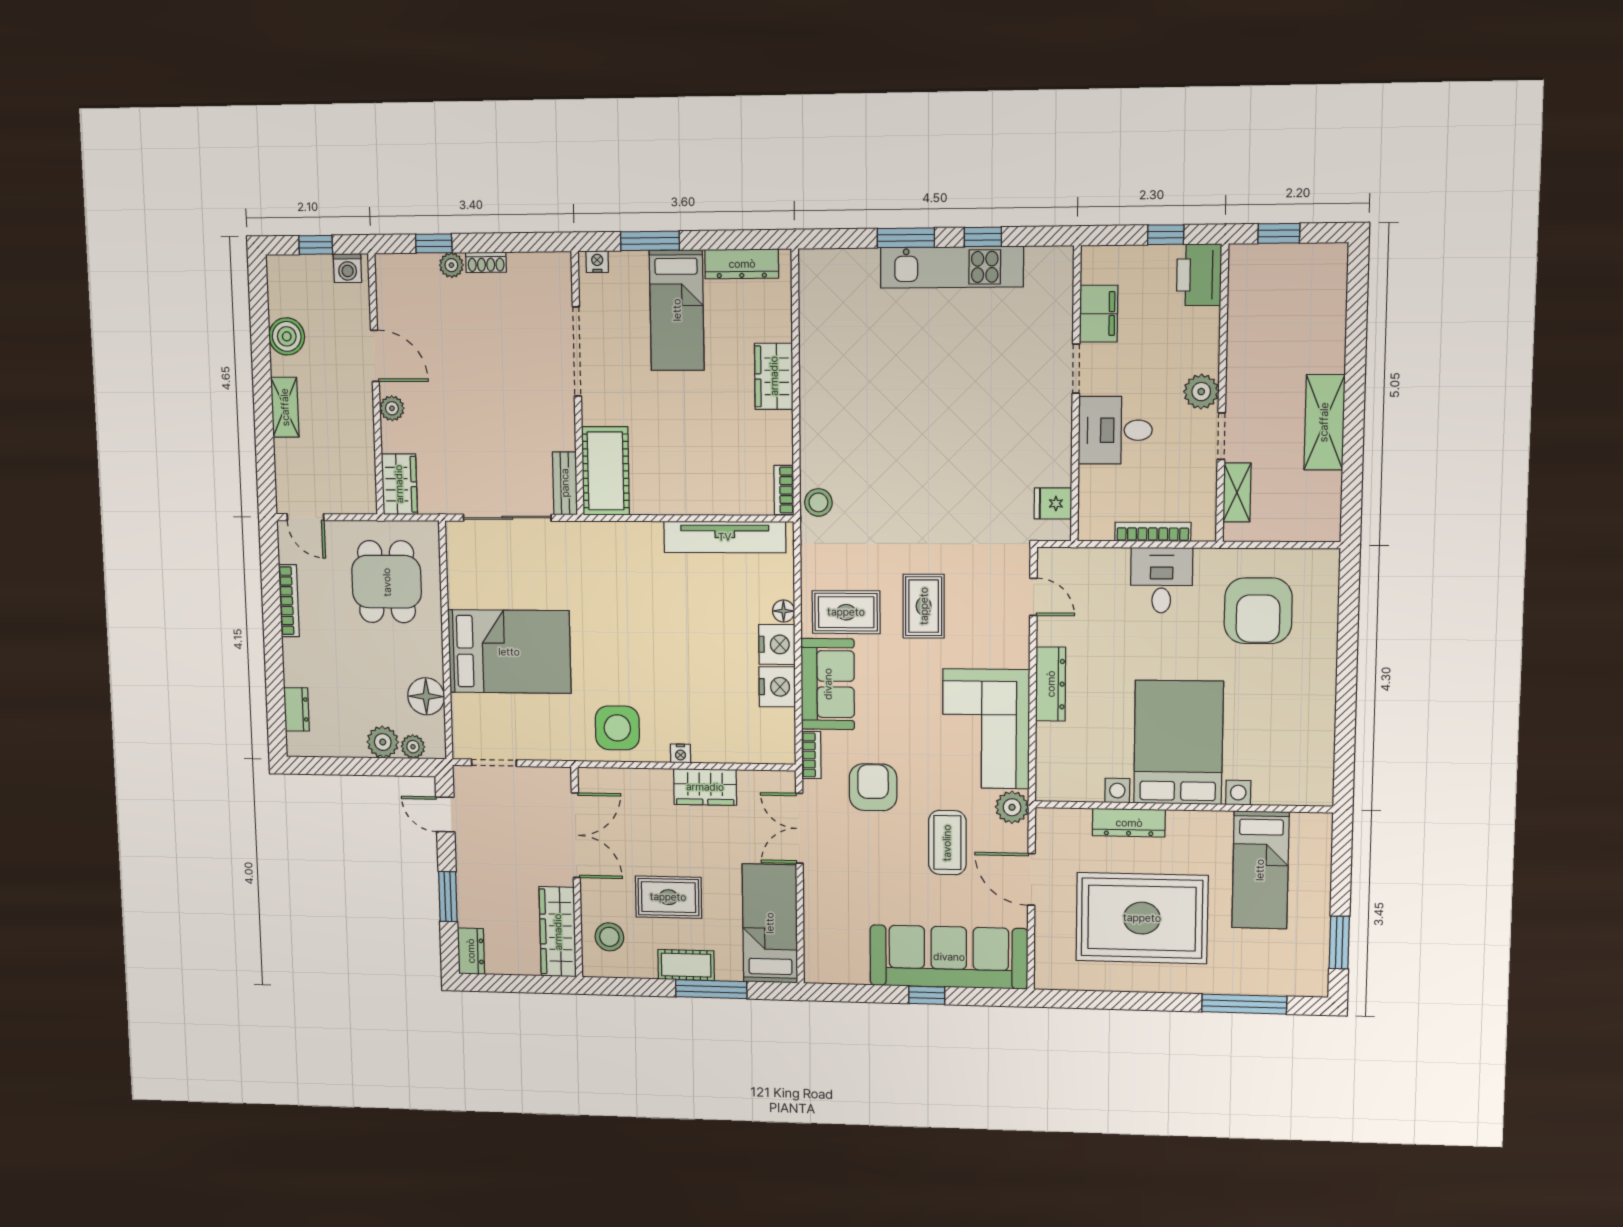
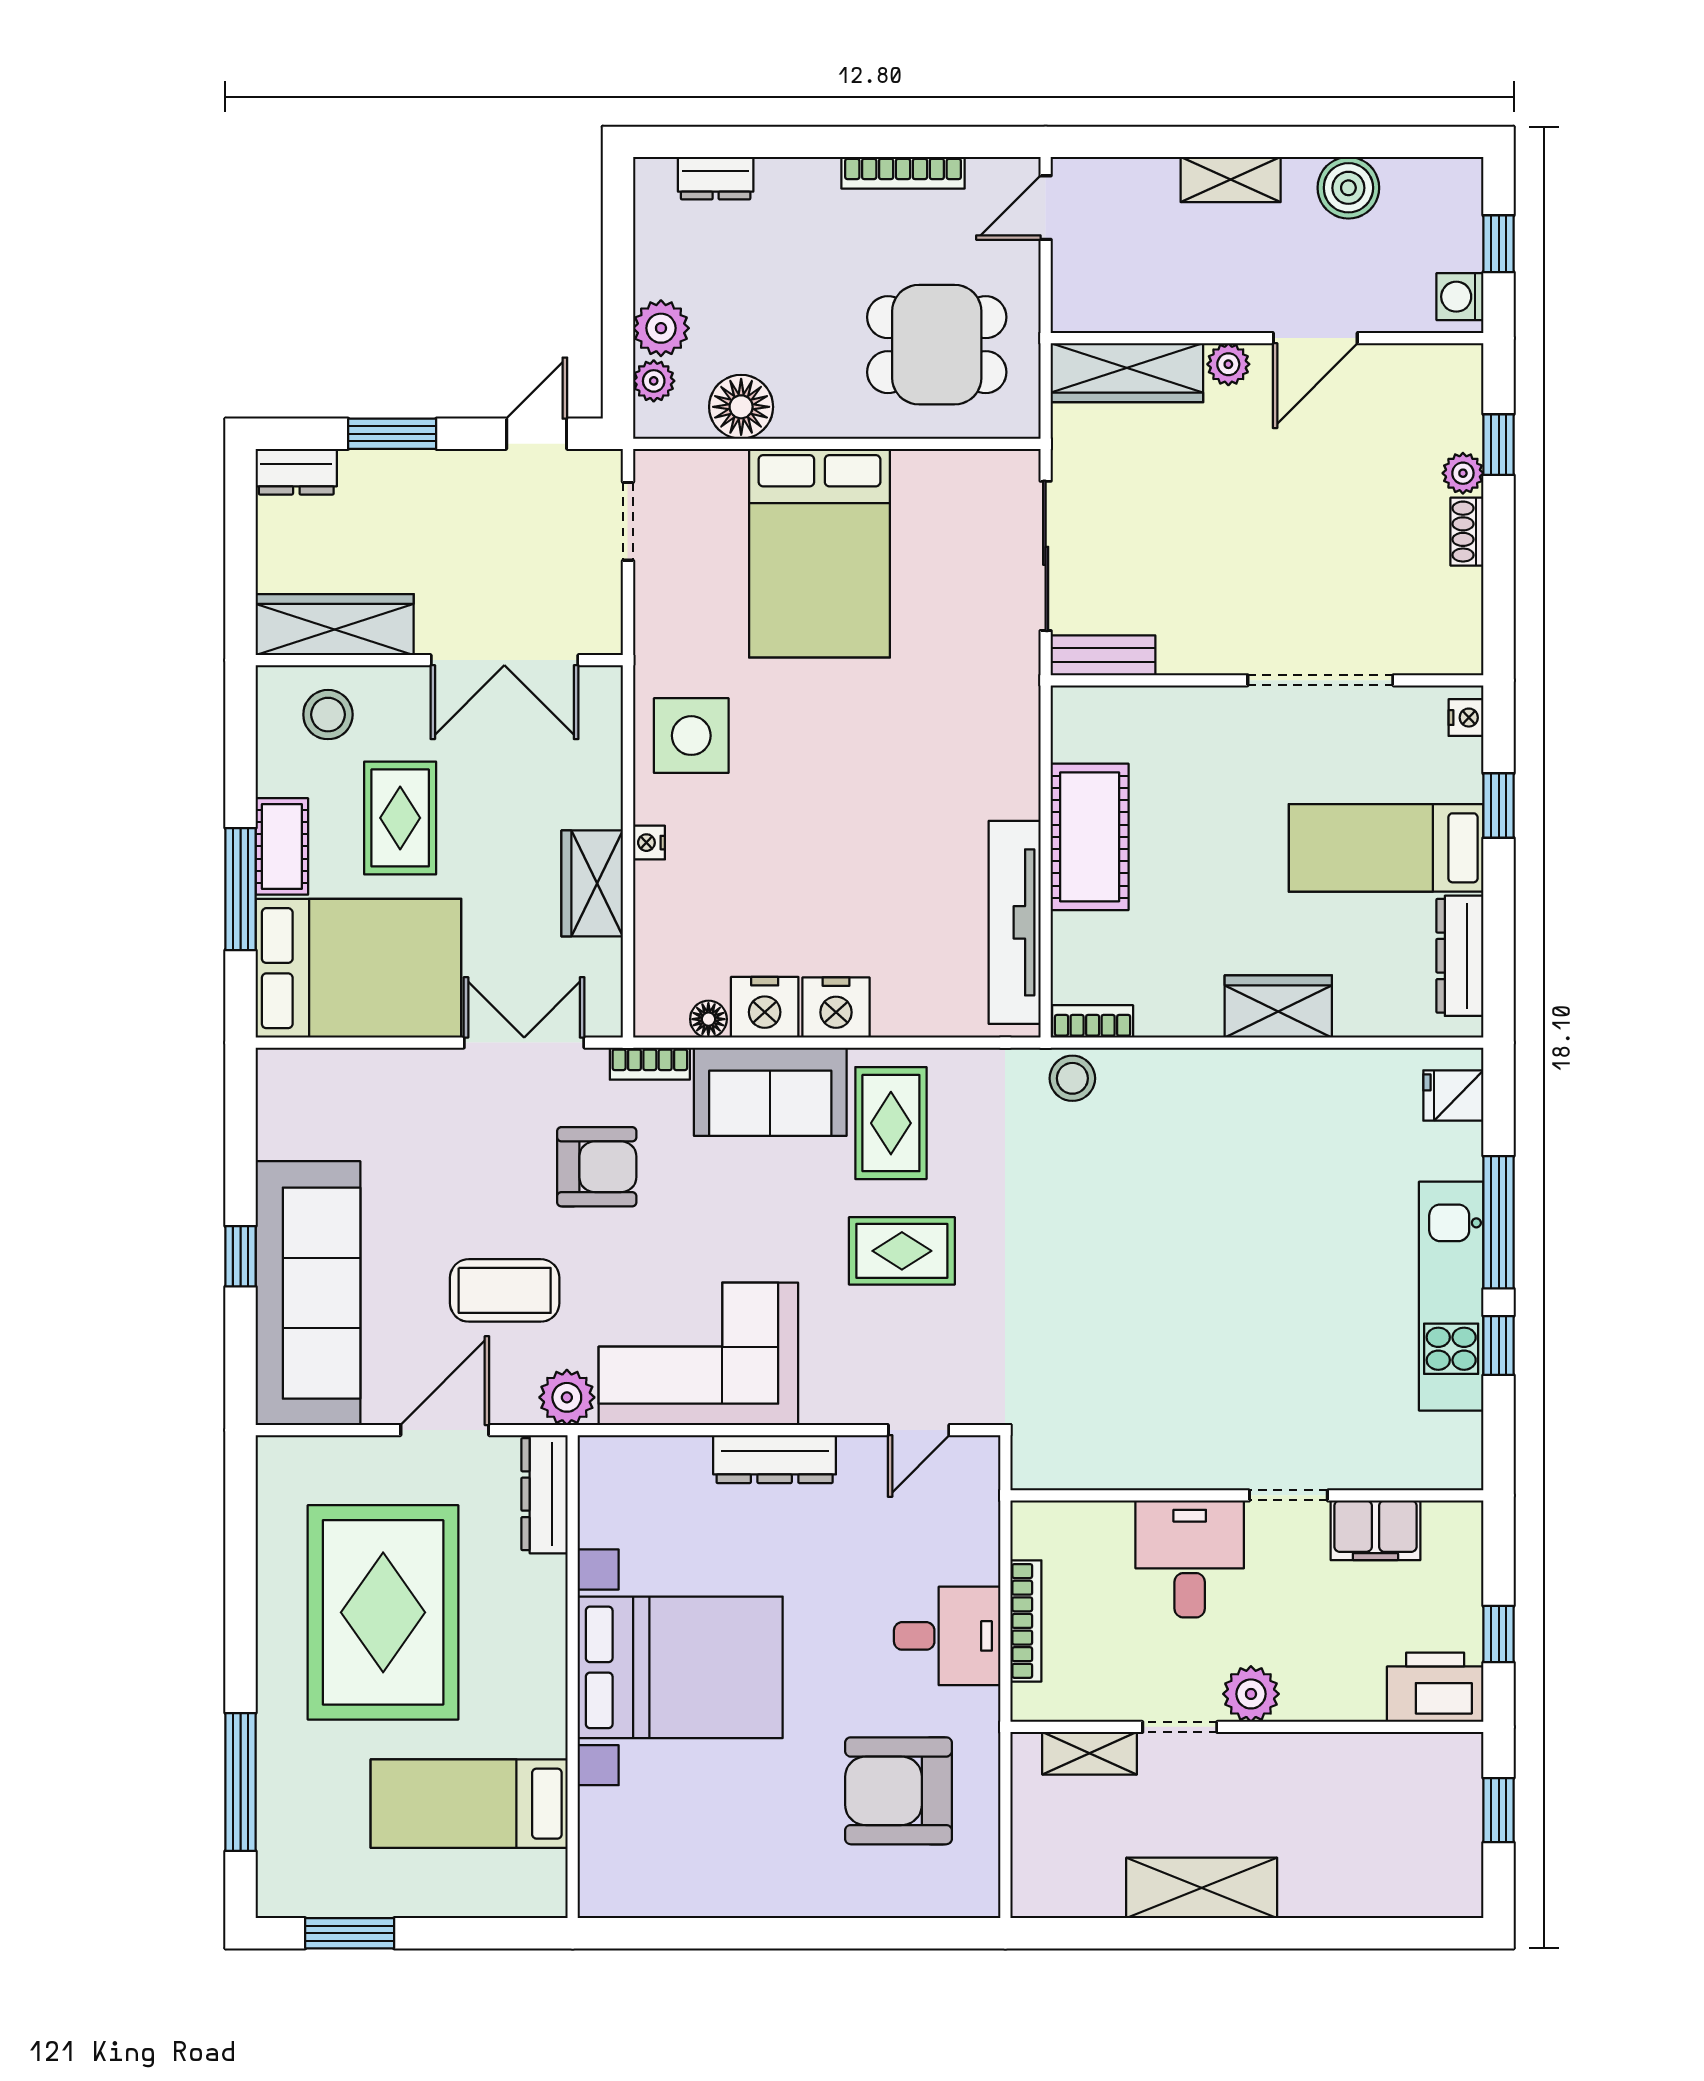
window: (906, 238) -> (1499, 1222), width x1.44
window: (650, 241) -> (1499, 806), width x0.67
cot: (605, 471) -> (1090, 837), moved, turned 90
wardrobe: (399, 484) -> (1127, 373), width x1.50
fridge: (1053, 503) -> (1453, 1095), moved, turned -90
floor lamp: (784, 611) -> (708, 1019), moved
dresser: (1129, 823) -> (544, 1494), moved
bed: (770, 923) -> (358, 968), width x1.50

